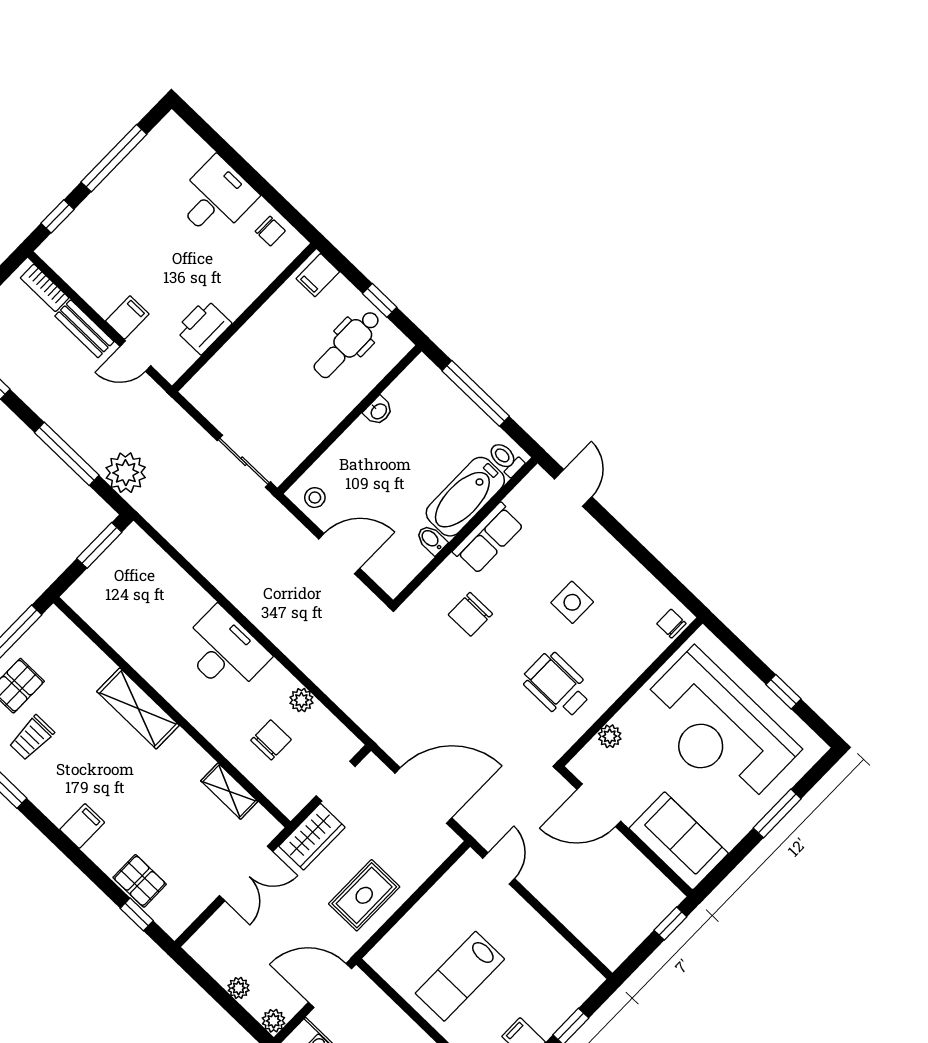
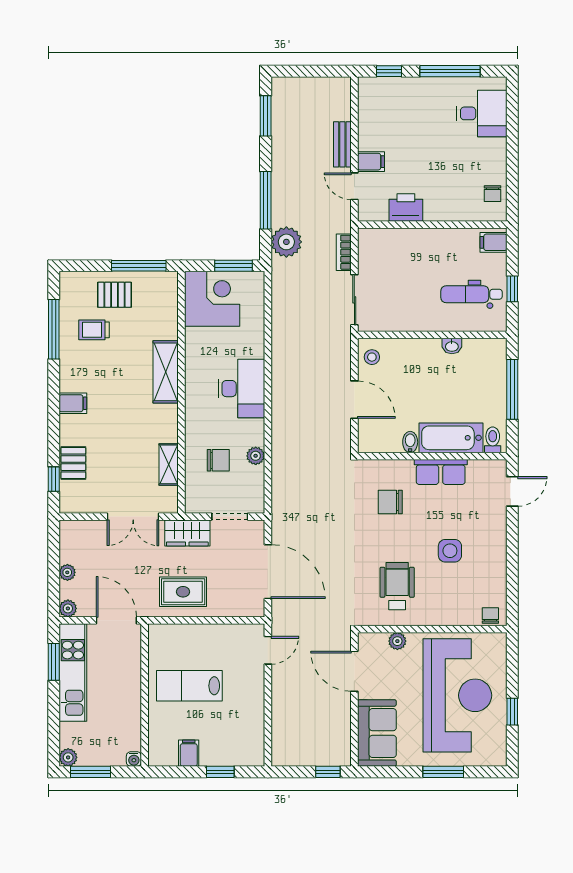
desk: (215, 198) -> (482, 113), moved
bookcase: (45, 288) -> (344, 252), moved
corner desk: (111, 596) -> (212, 299), added
reception desk: (717, 729) -> (457, 695), turned 180

